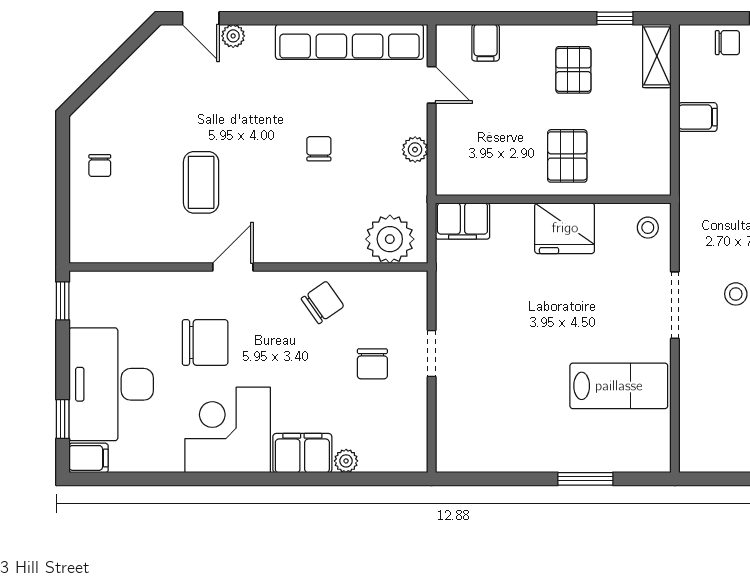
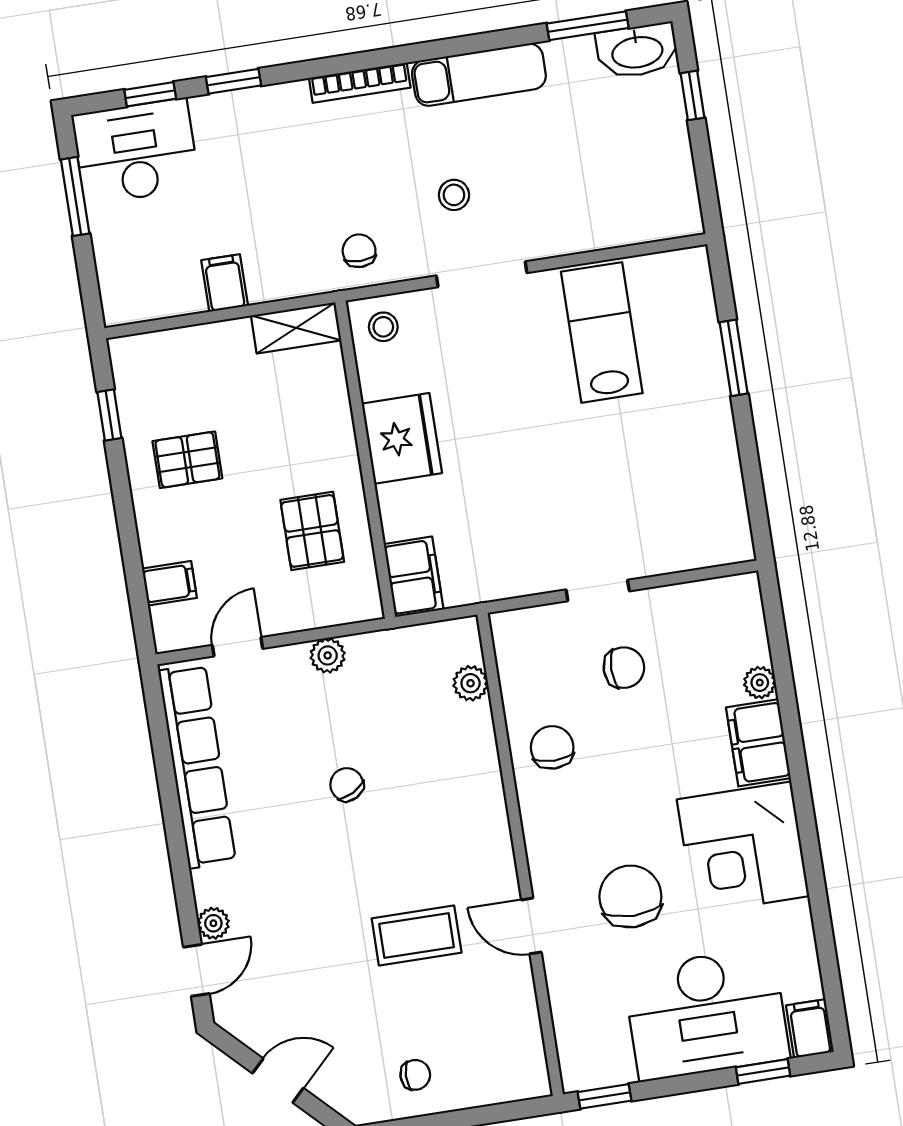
chair: (727, 43) -> (359, 251), moved
shelving: (657, 56) -> (296, 328), moved
door: (111, 65) -> (278, 1081), added
chair: (319, 149) -> (347, 785), turned 62
pallet: (567, 156) -> (312, 531), moved, turned 90
plant: (390, 239) -> (471, 683), width x0.53, depth x0.53
door: (233, 267) -> (531, 926), moved
chair: (323, 302) -> (552, 747), turned 35

